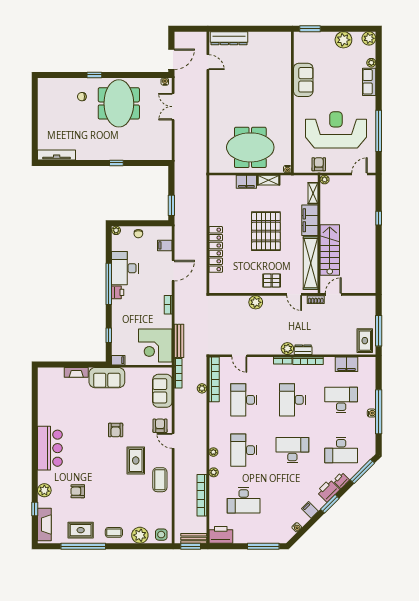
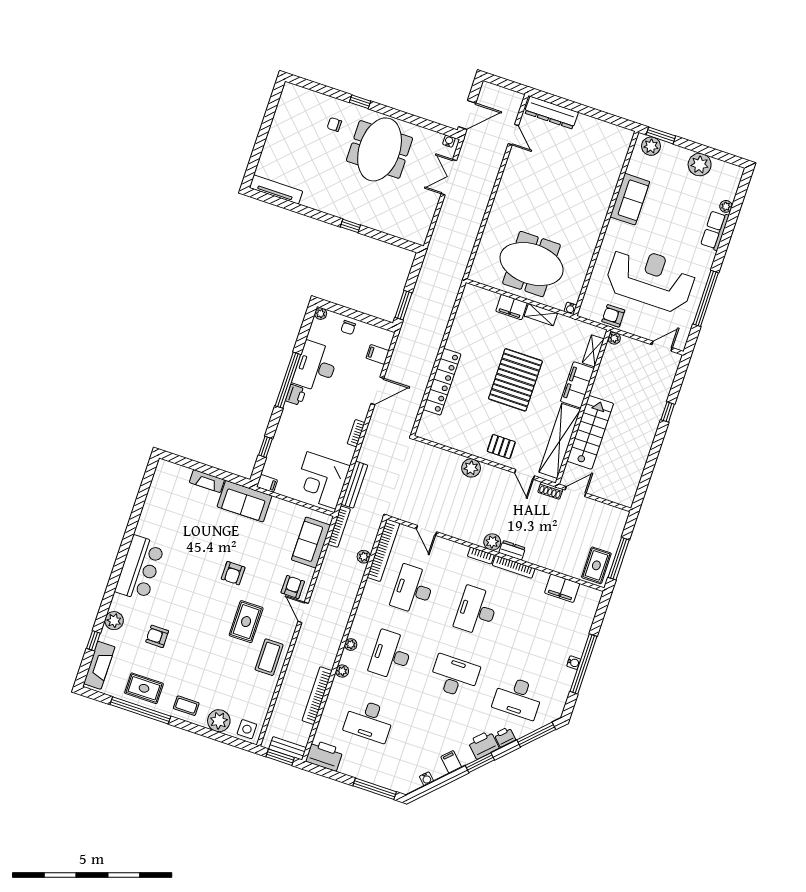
plant: (369, 38) -> (651, 146), moved
armchair: (319, 164) -> (613, 316), turned -90
desk: (341, 400) -> (540, 632), removed

